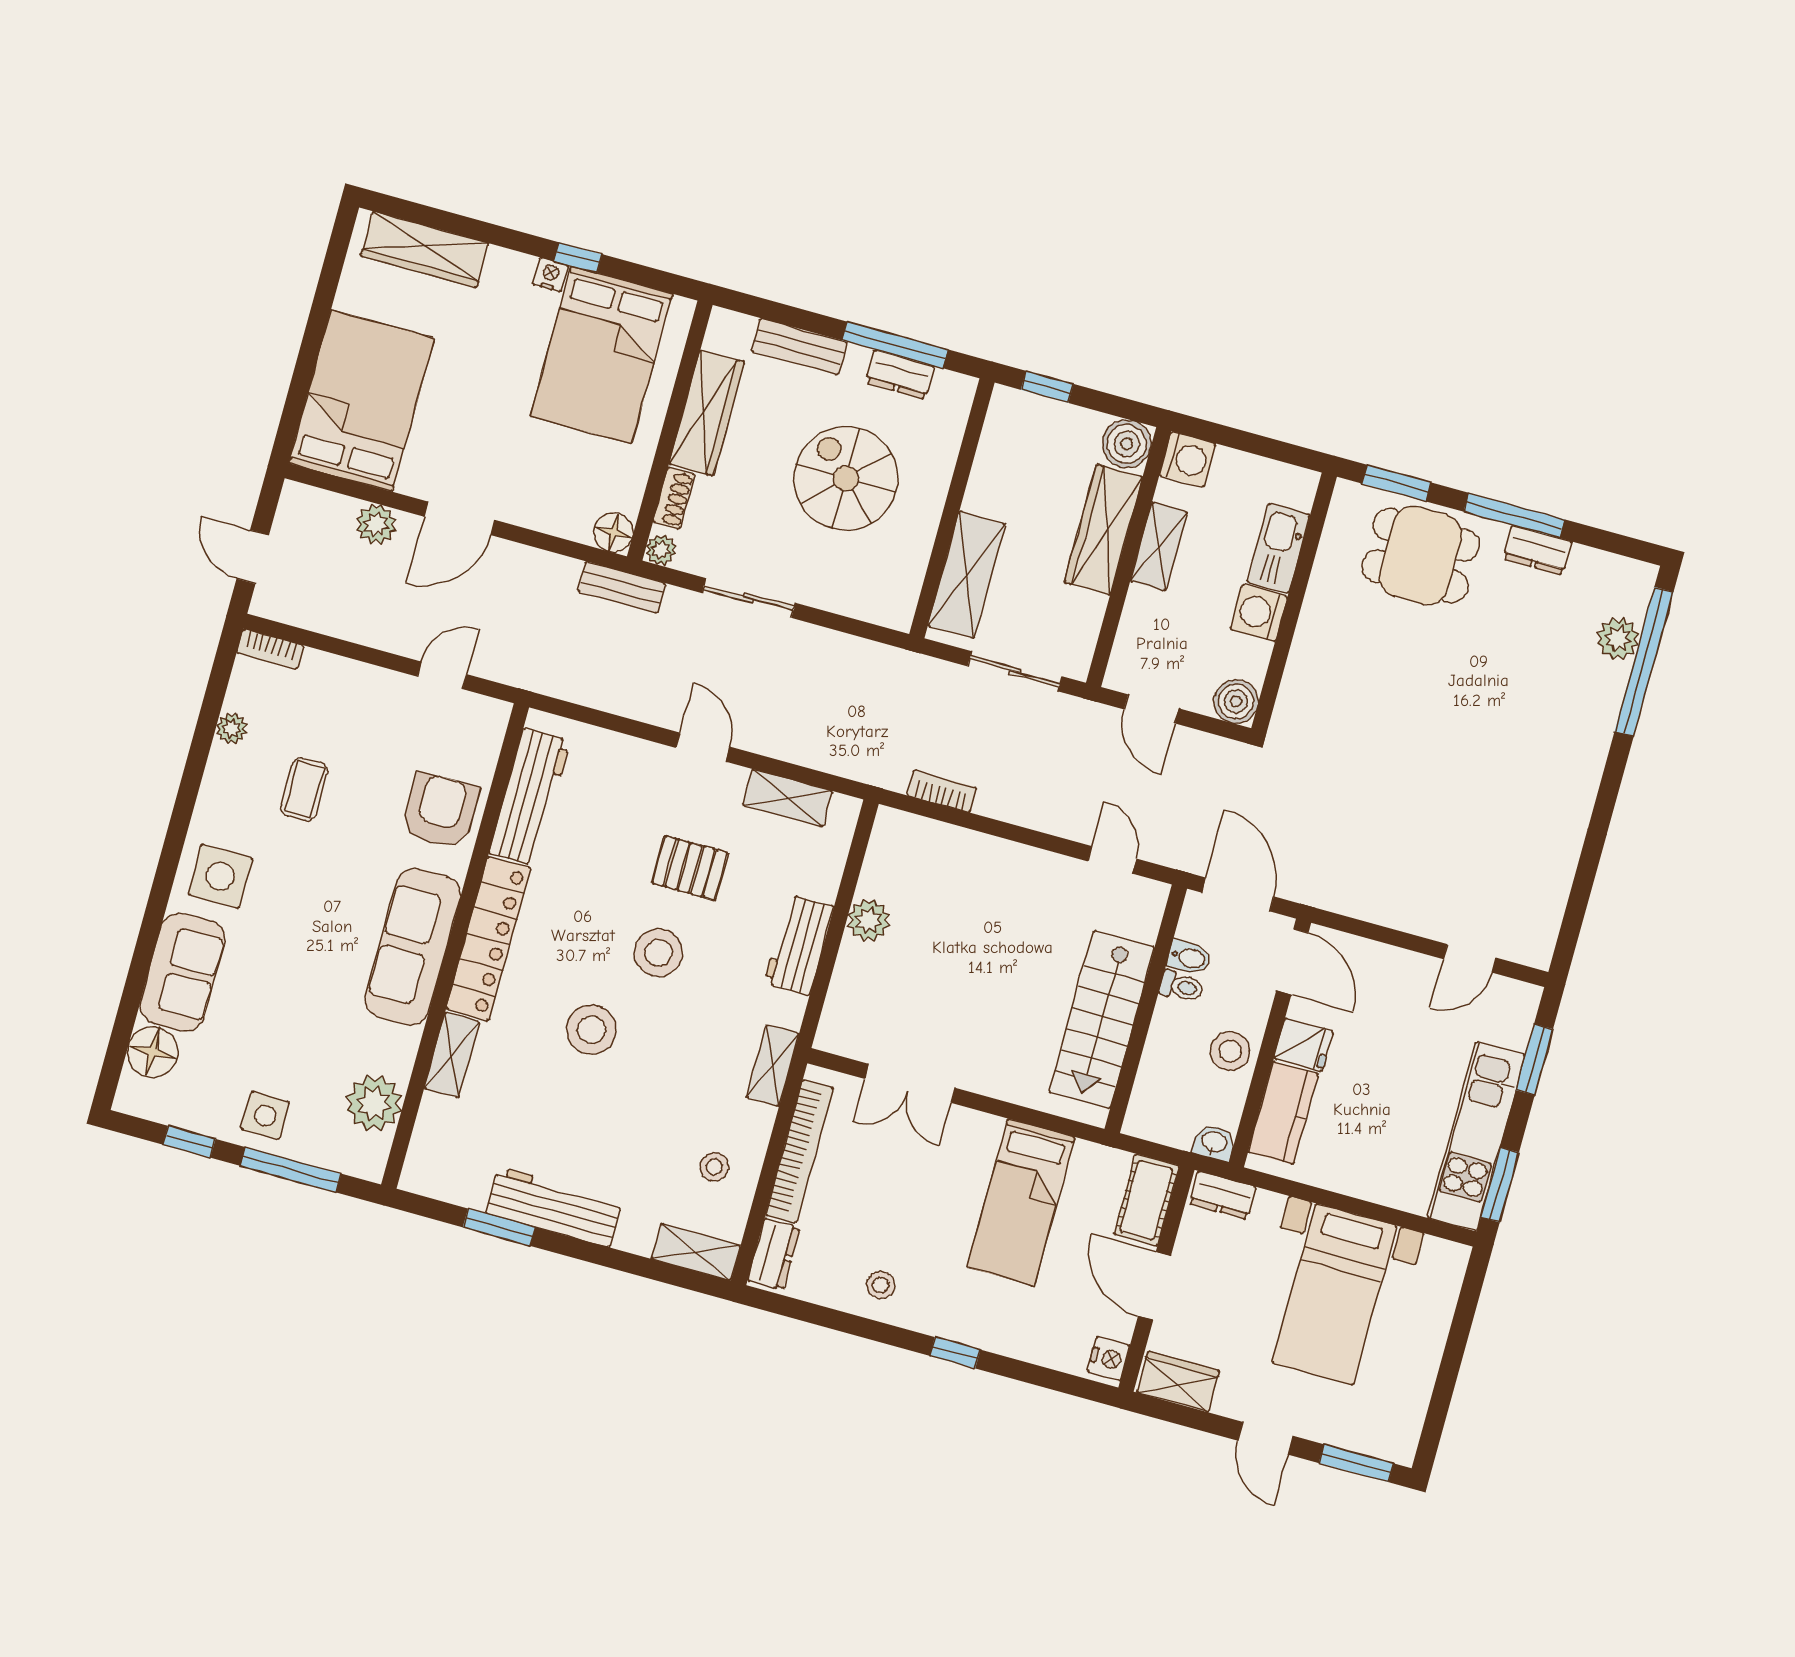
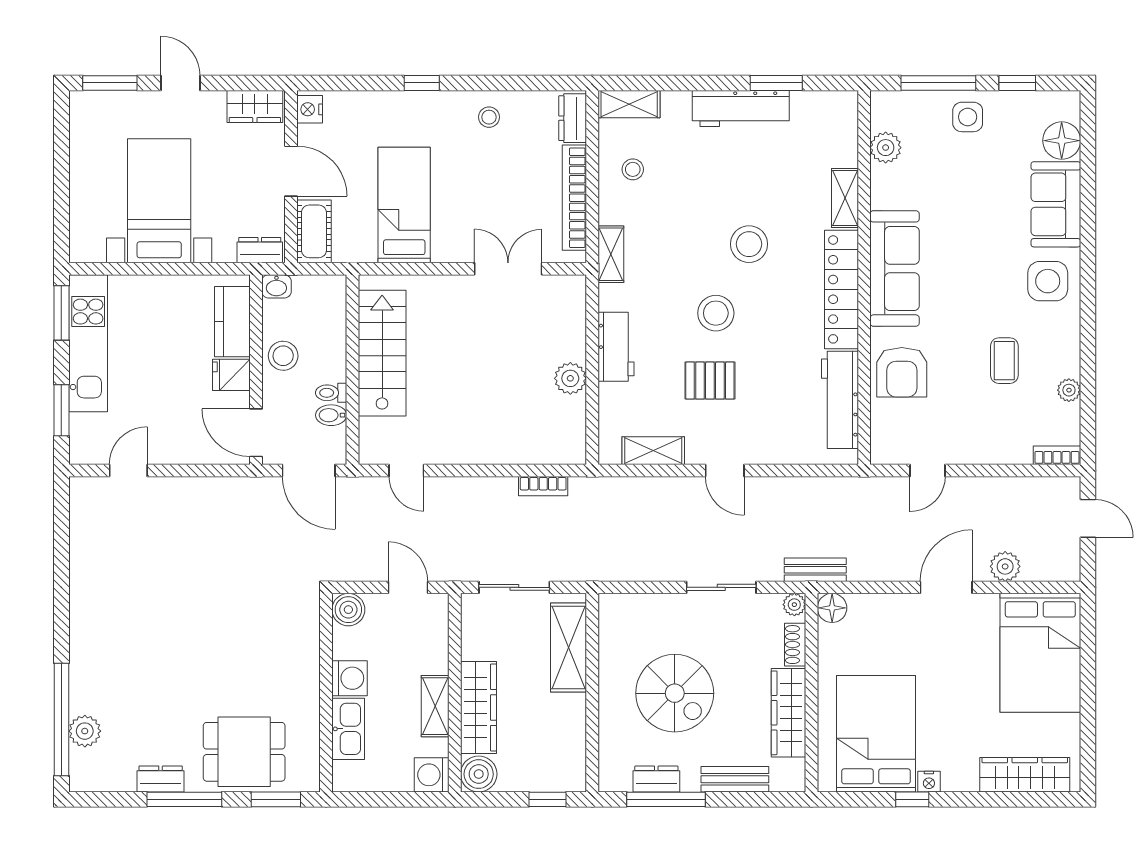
plant: (374, 1103) -> (886, 148), width x0.73, depth x0.73

